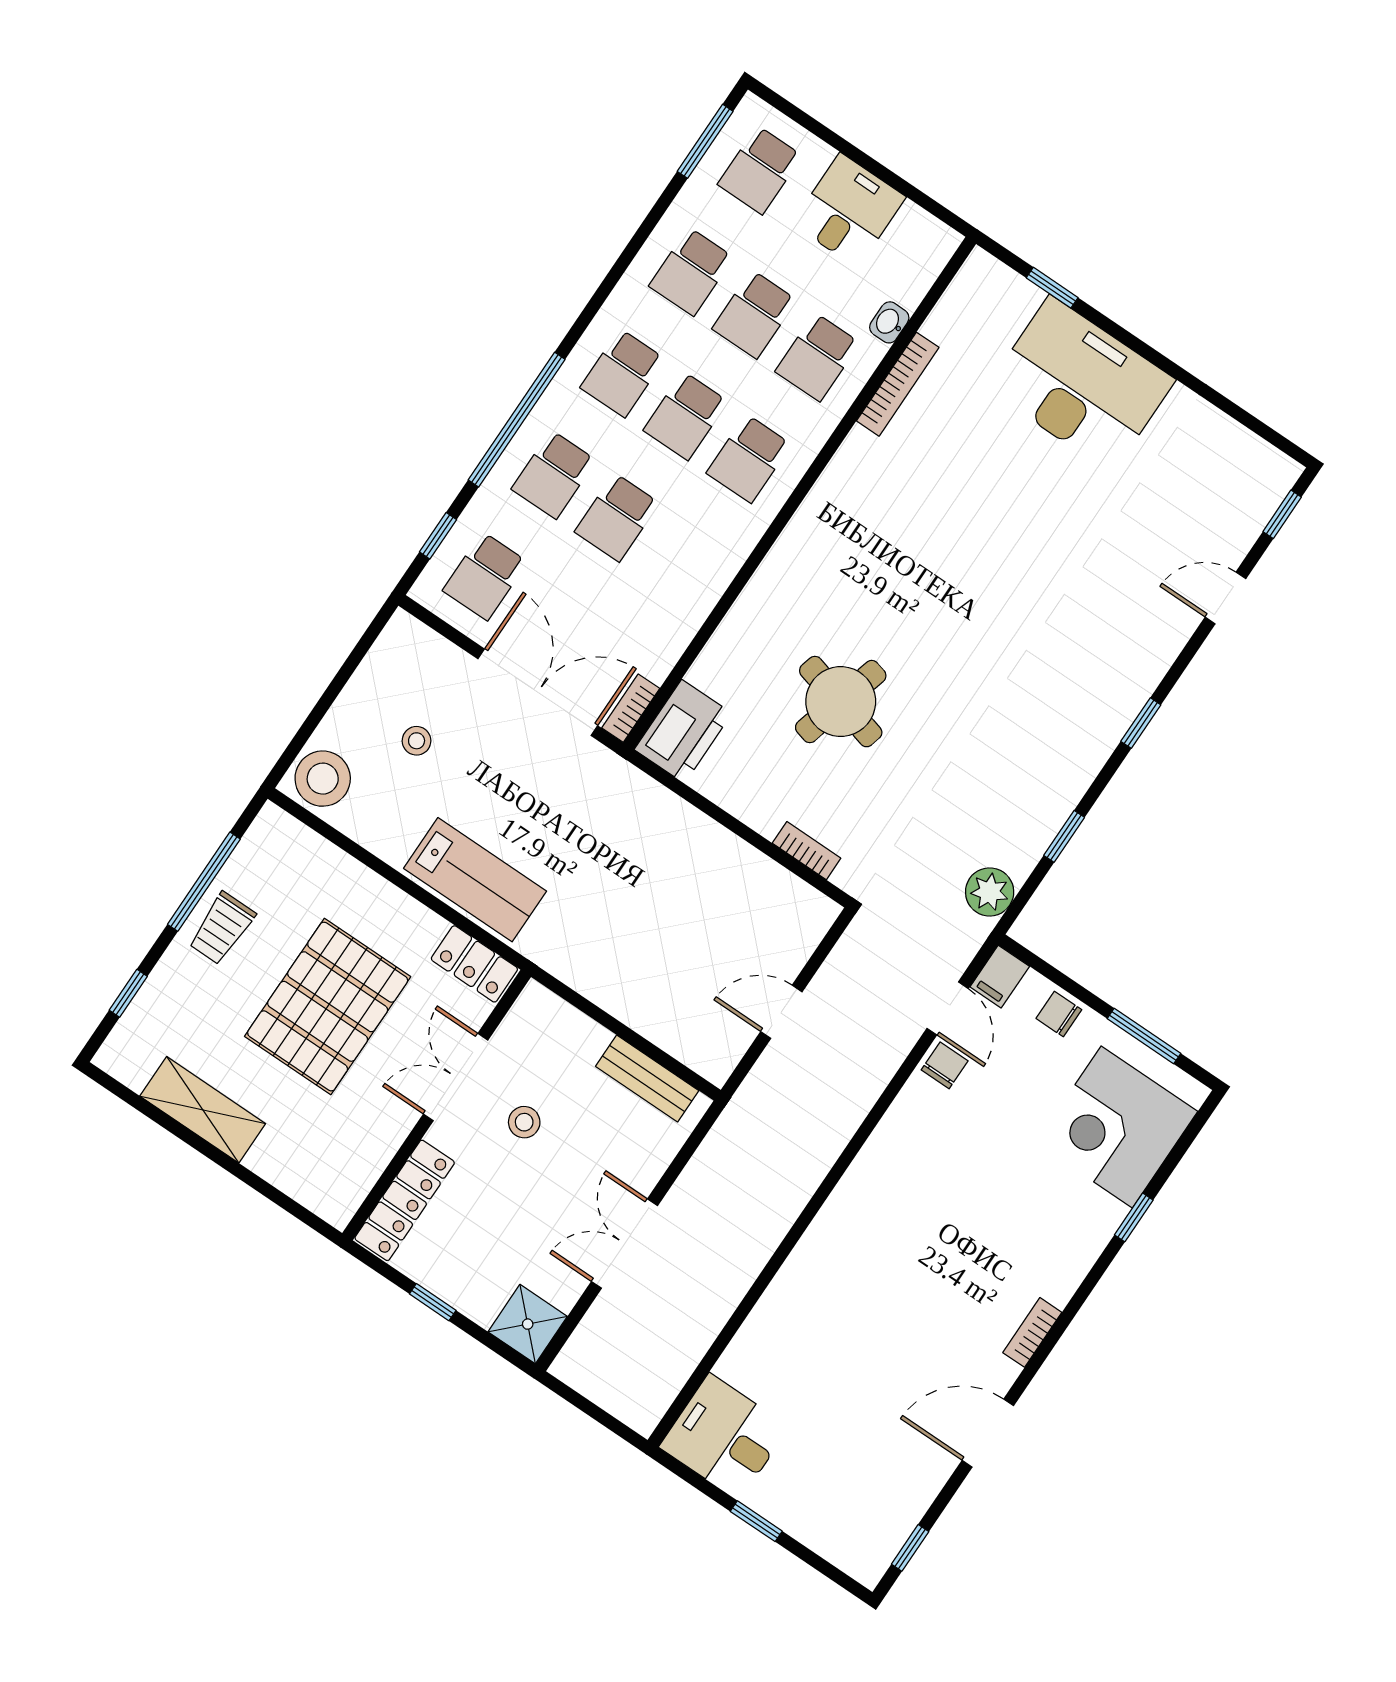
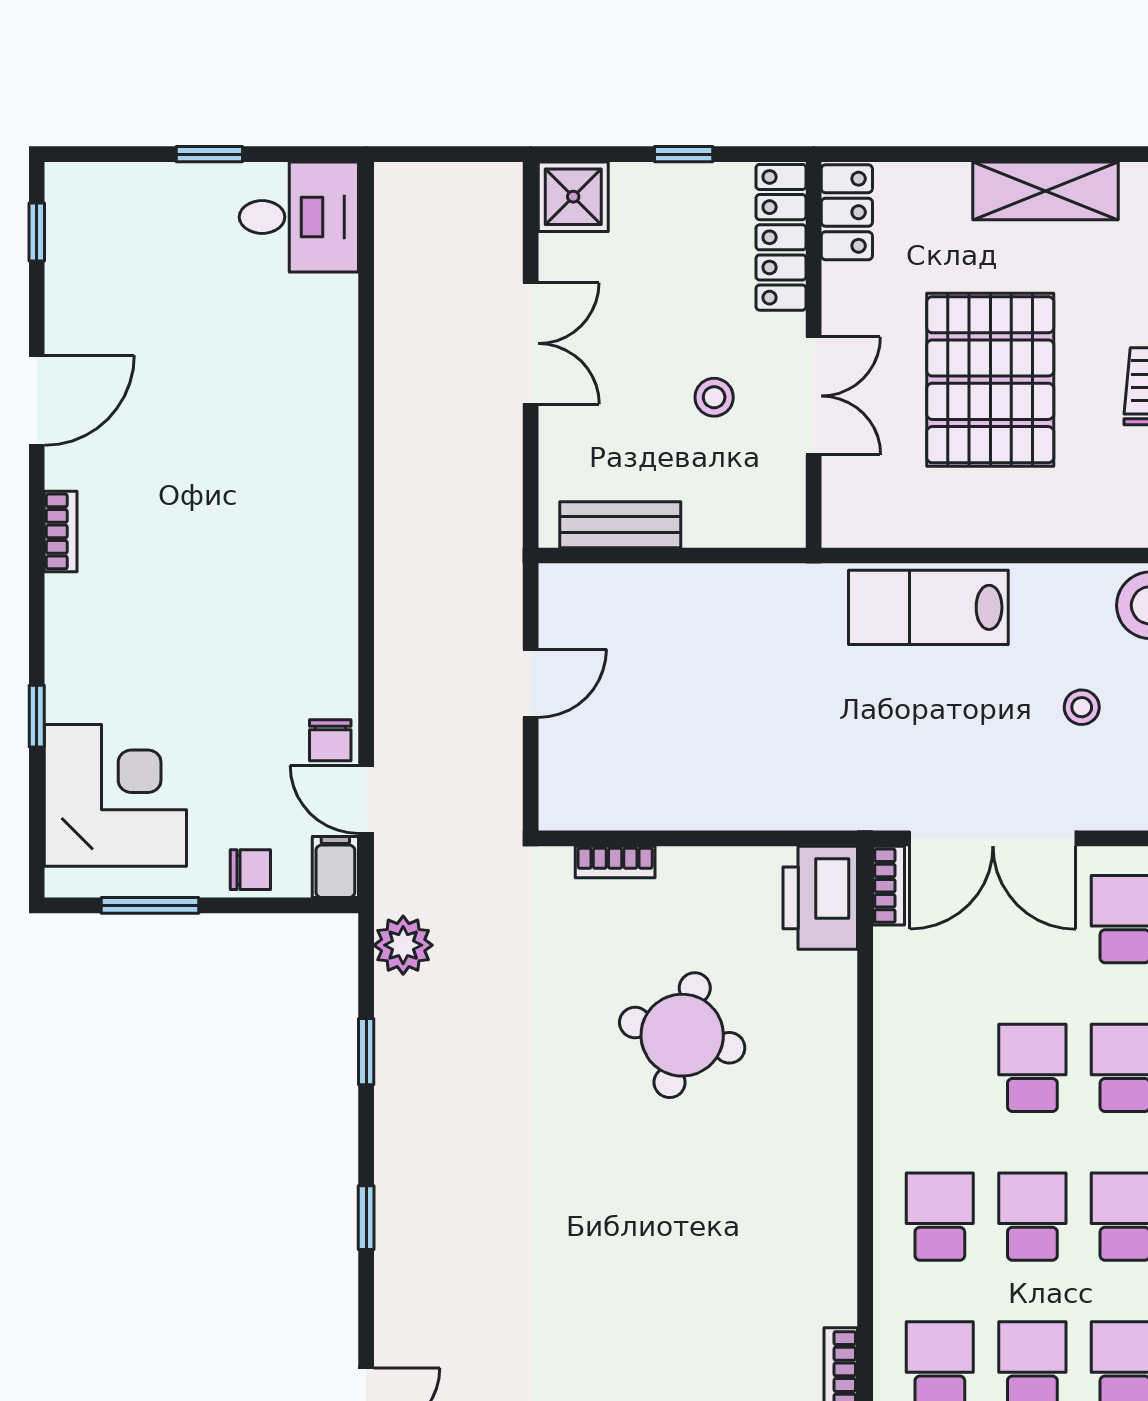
locker: (474, 964) -> (847, 212), moved, turned 90

